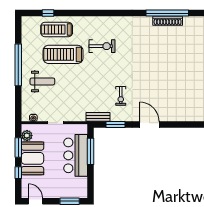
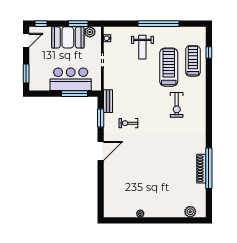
window: (18, 173) -> (41, 24), moved

